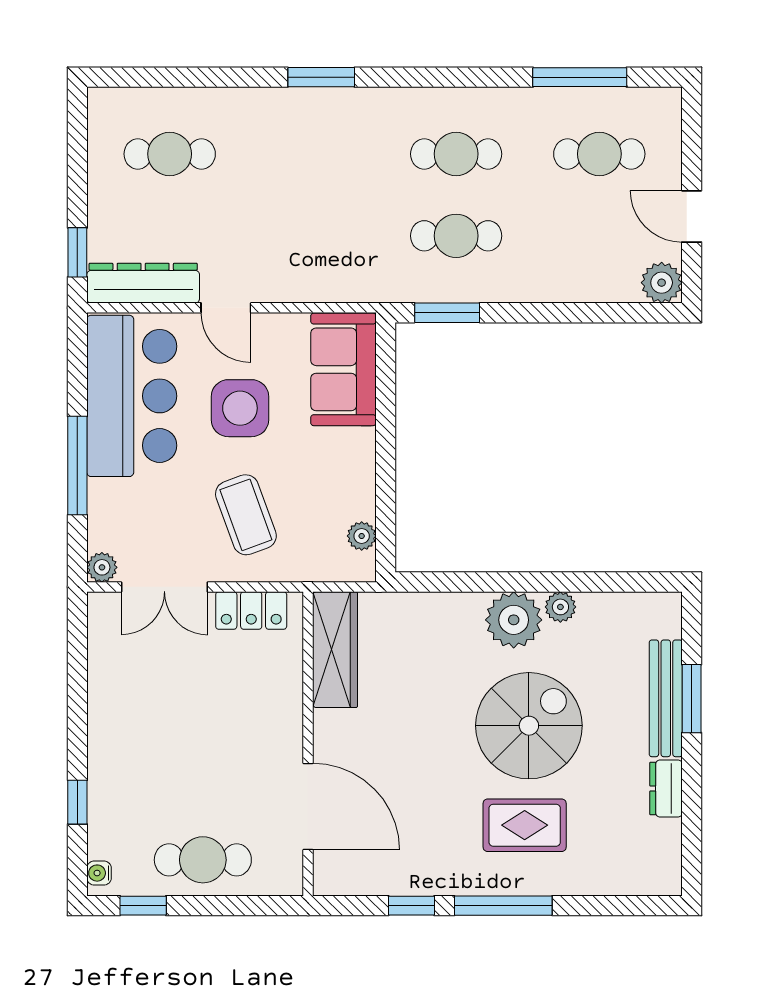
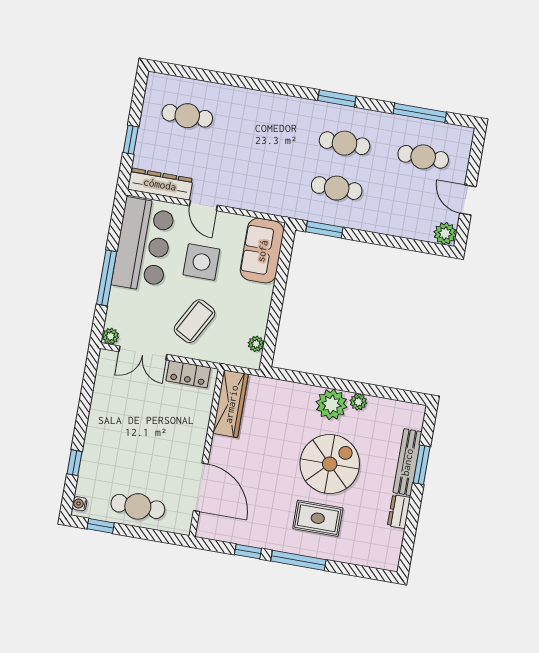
window: (321, 77) -> (337, 98), moved
window: (77, 252) -> (131, 140), moved
coffee table: (246, 515) -> (195, 321), turned 49

